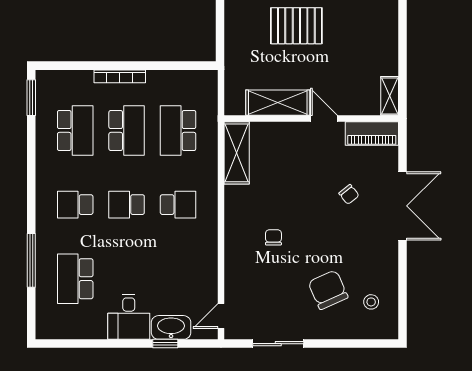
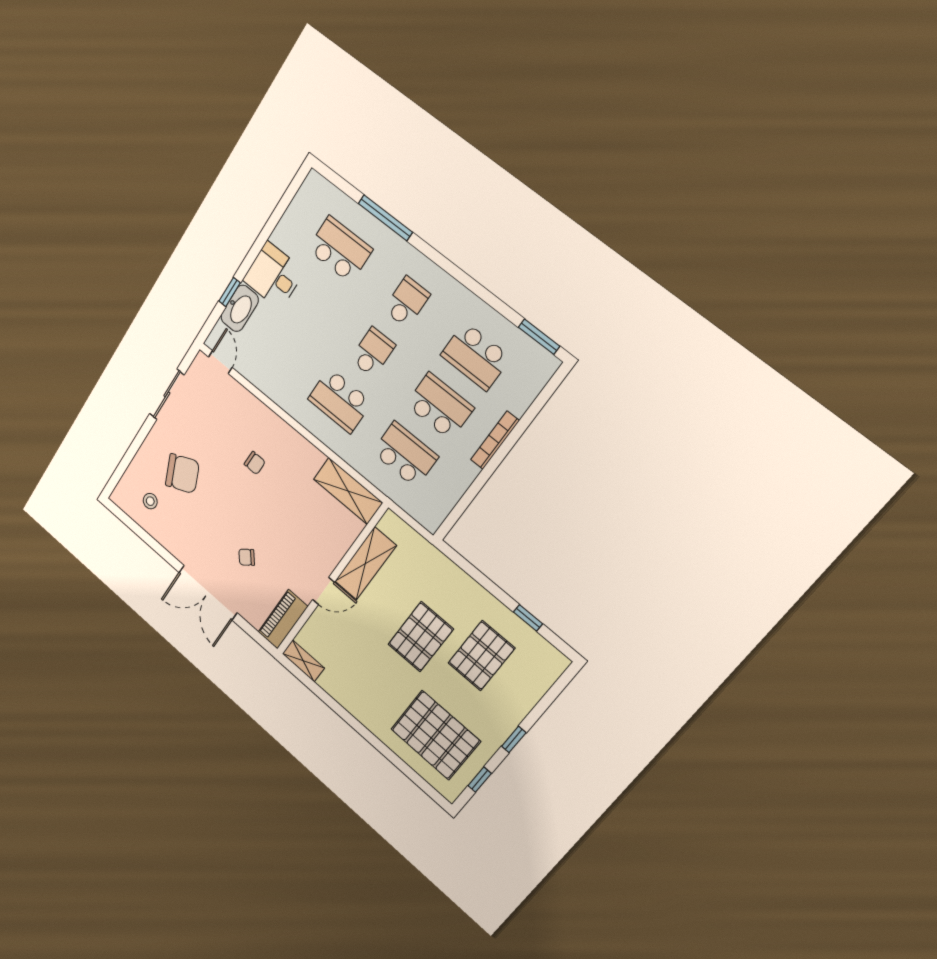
school desk: (127, 130) -> (440, 406), turned 180
school desk: (178, 205) -> (340, 401), width x1.85

